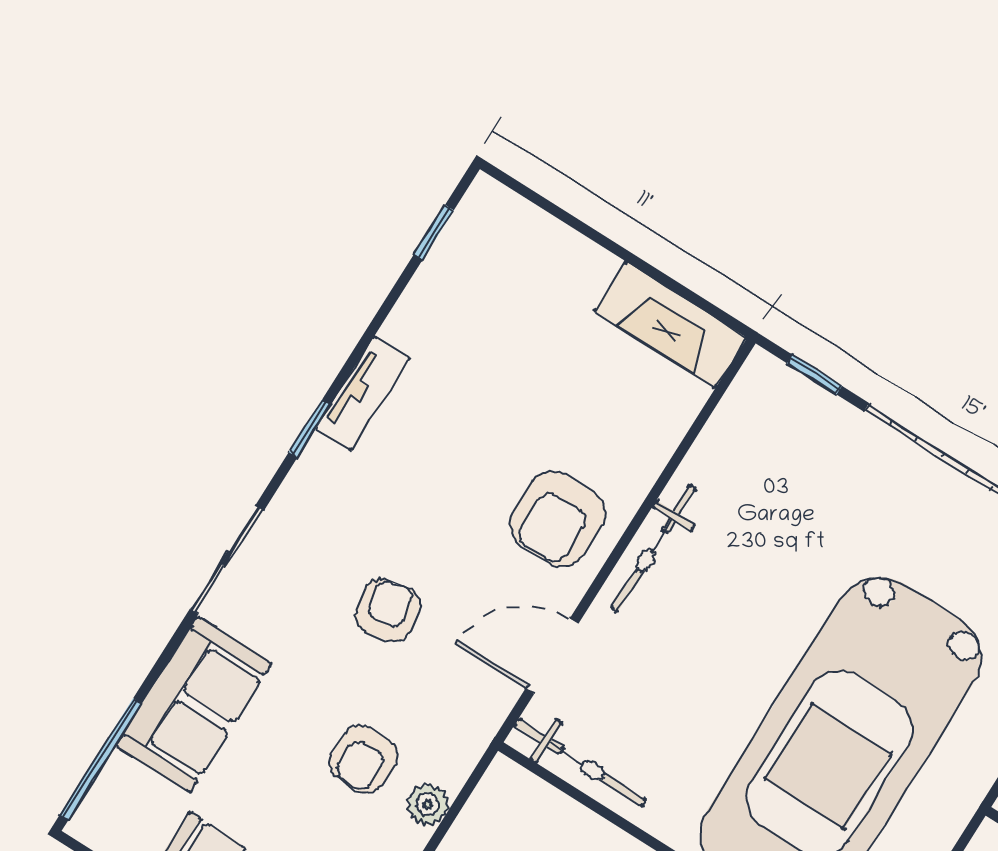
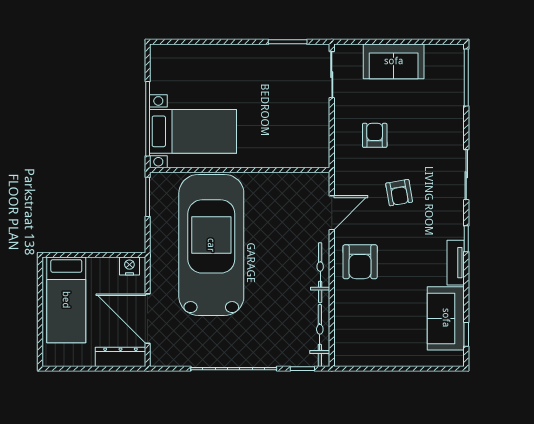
fireplace: (671, 325) -> (363, 354), removed
armchair: (557, 519) -> (360, 262), turned 180
sofa: (194, 704) -> (446, 318), moved
bicycle: (580, 762) -> (320, 336), moved, turned 90
plant: (428, 804) -> (342, 134), removed

